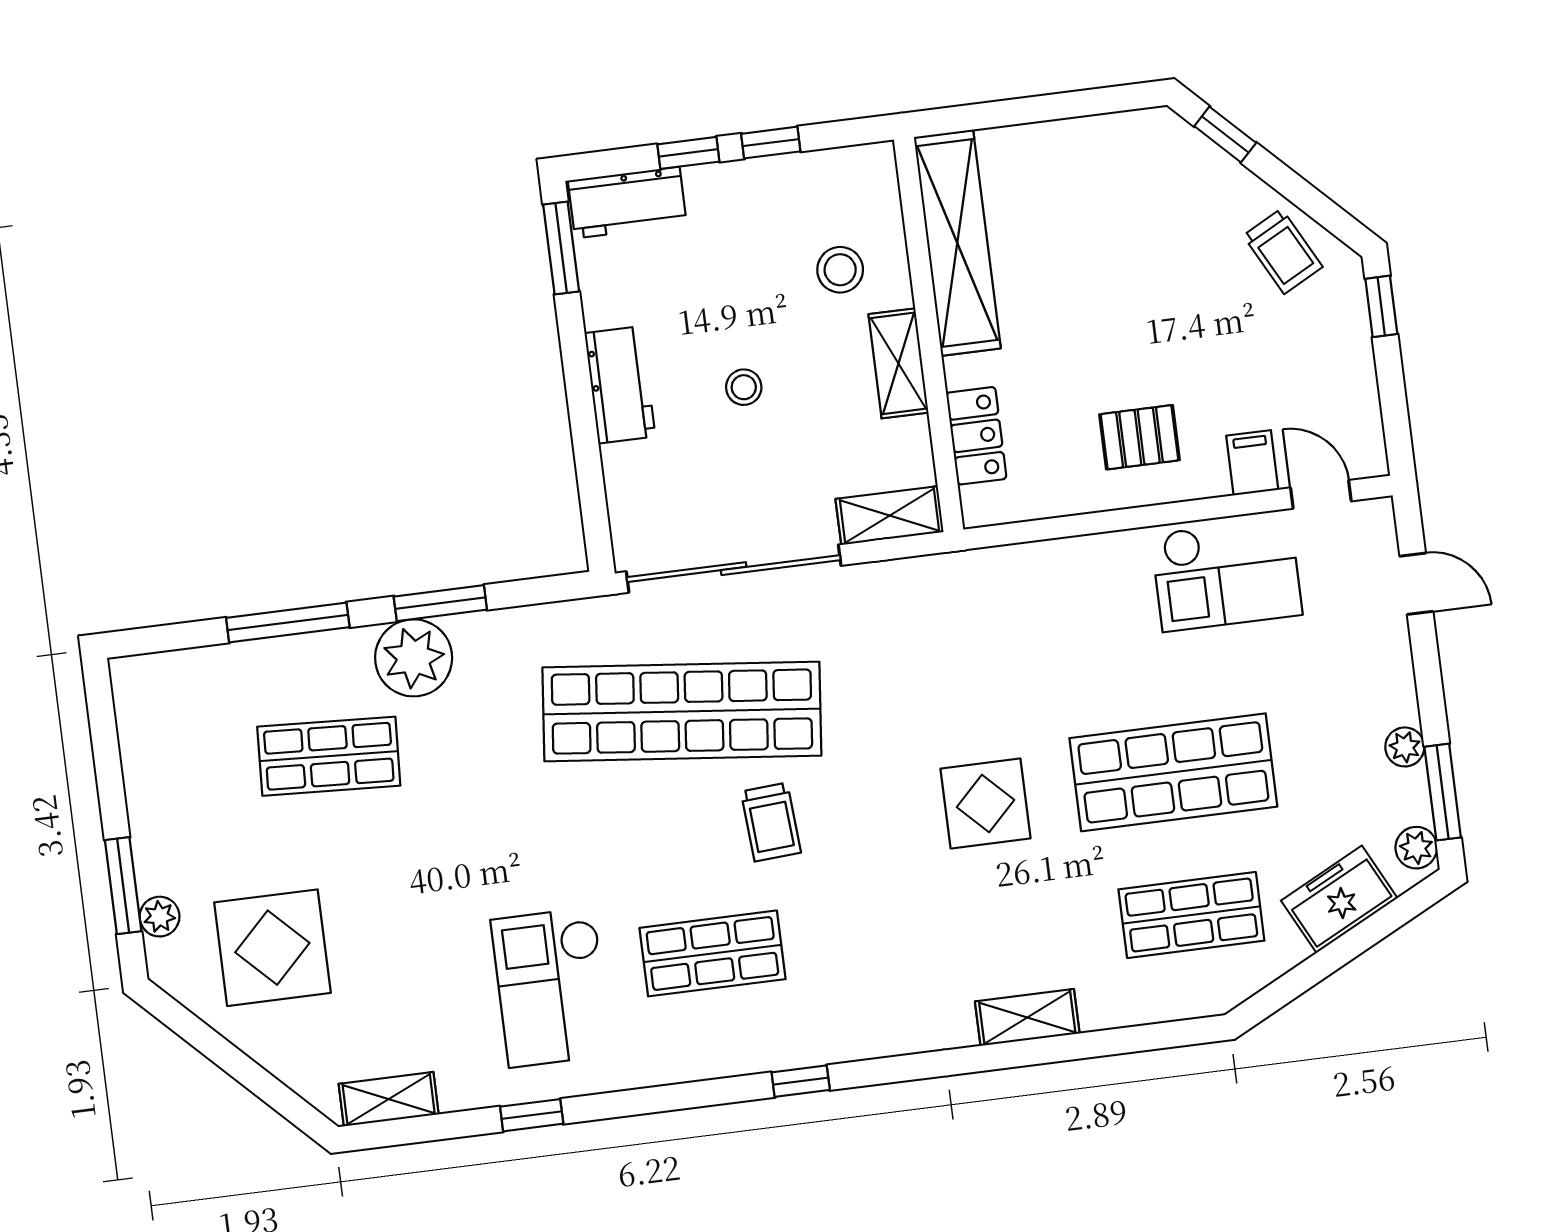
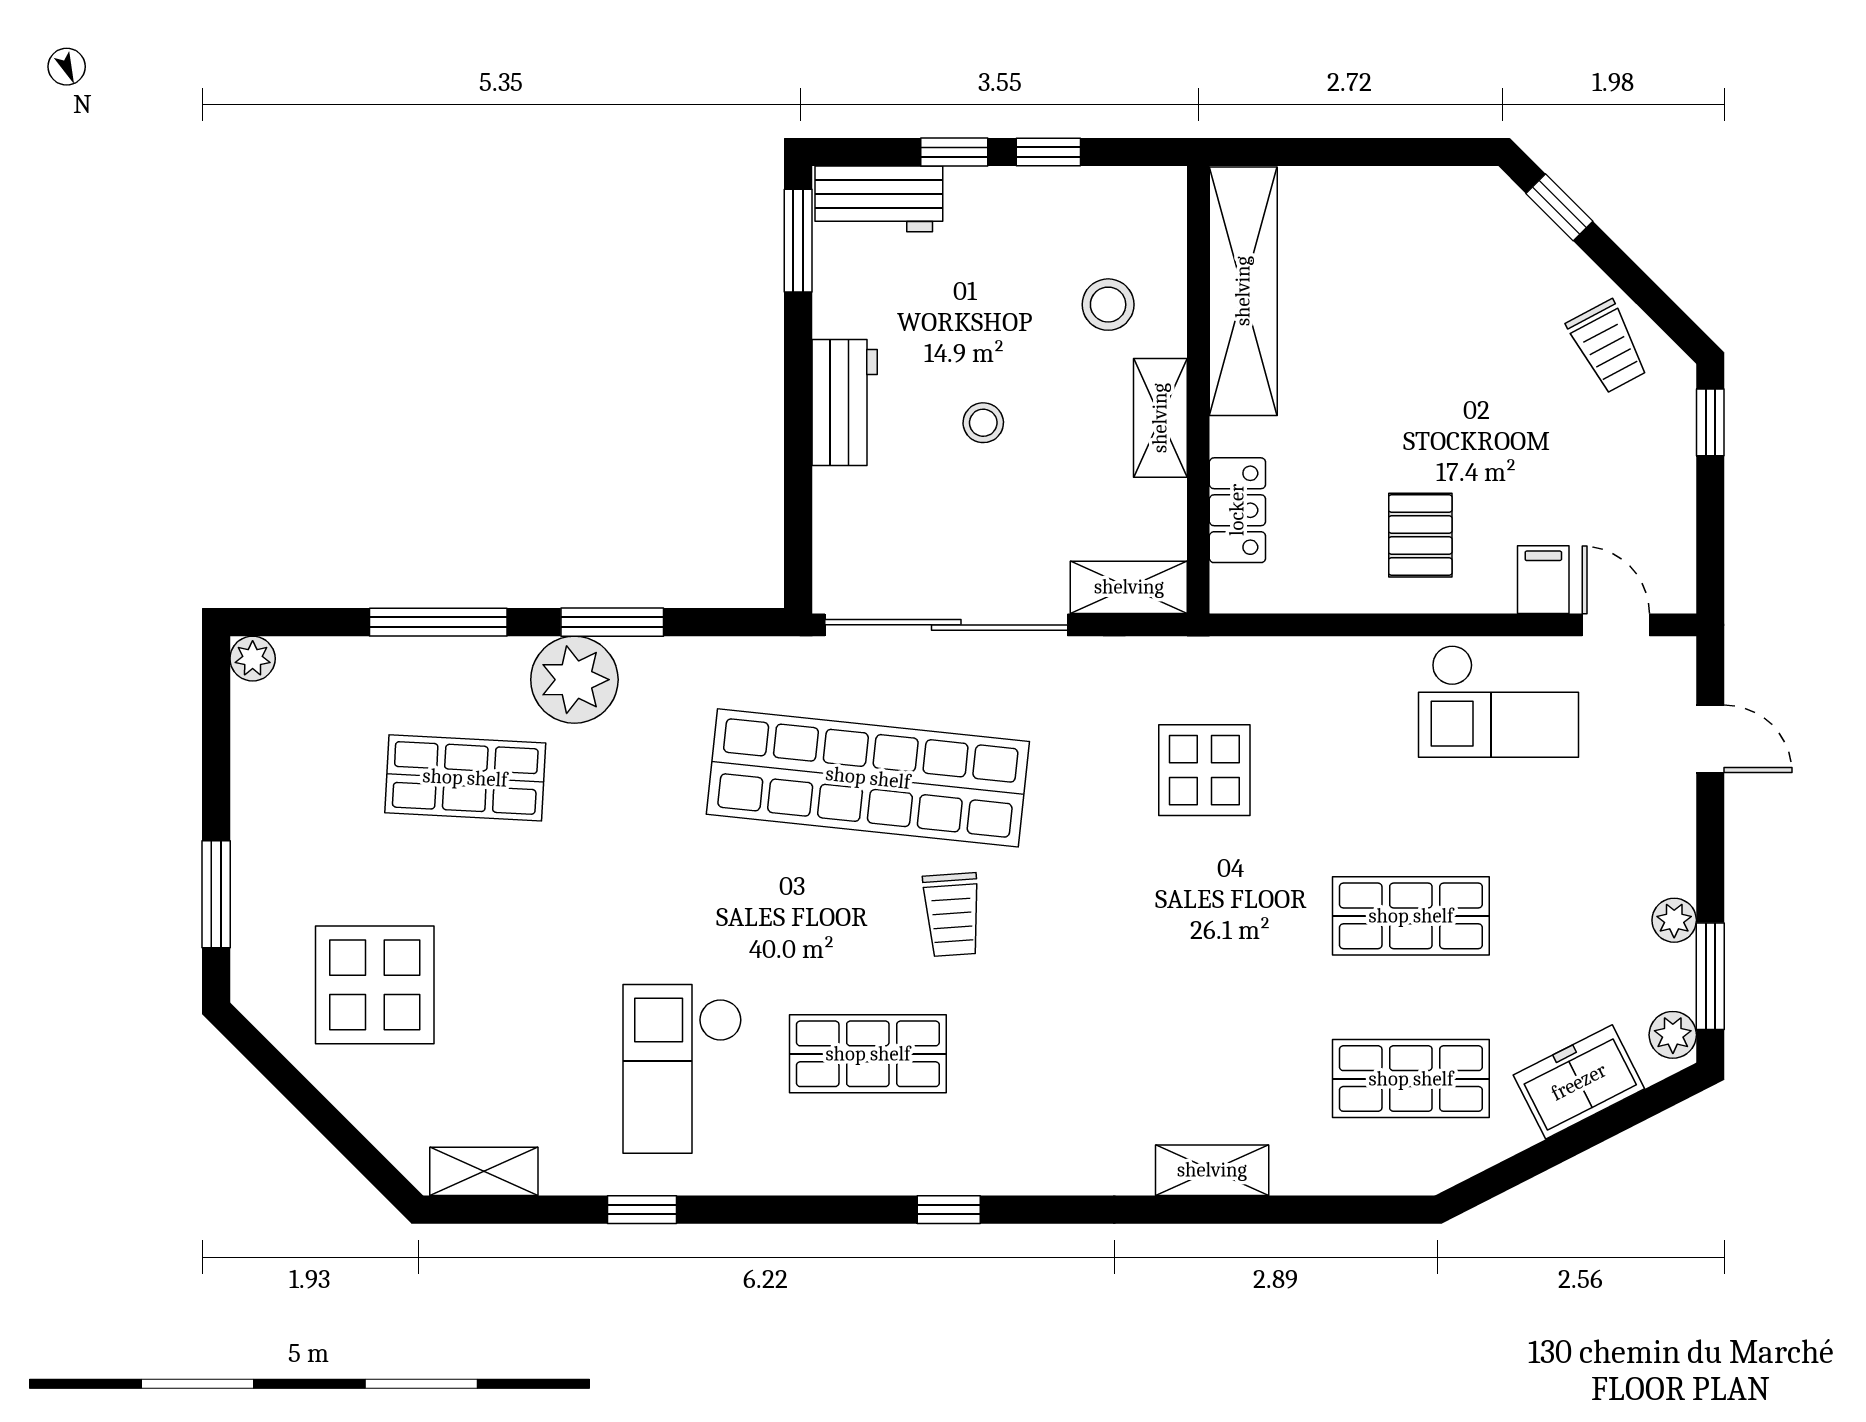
pallet: (1140, 437) -> (1420, 535), turned 90
shop shelf: (1173, 772) -> (1411, 916), width x0.70, depth x0.74
display table: (985, 803) -> (1204, 770), moved
plant: (160, 917) -> (253, 659), moved

